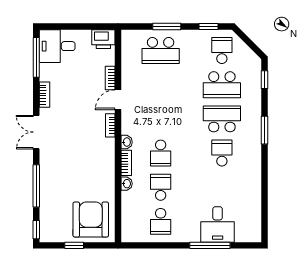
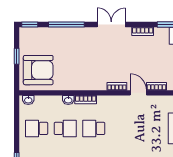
washbasin: (127, 142) -> (28, 100), moved

